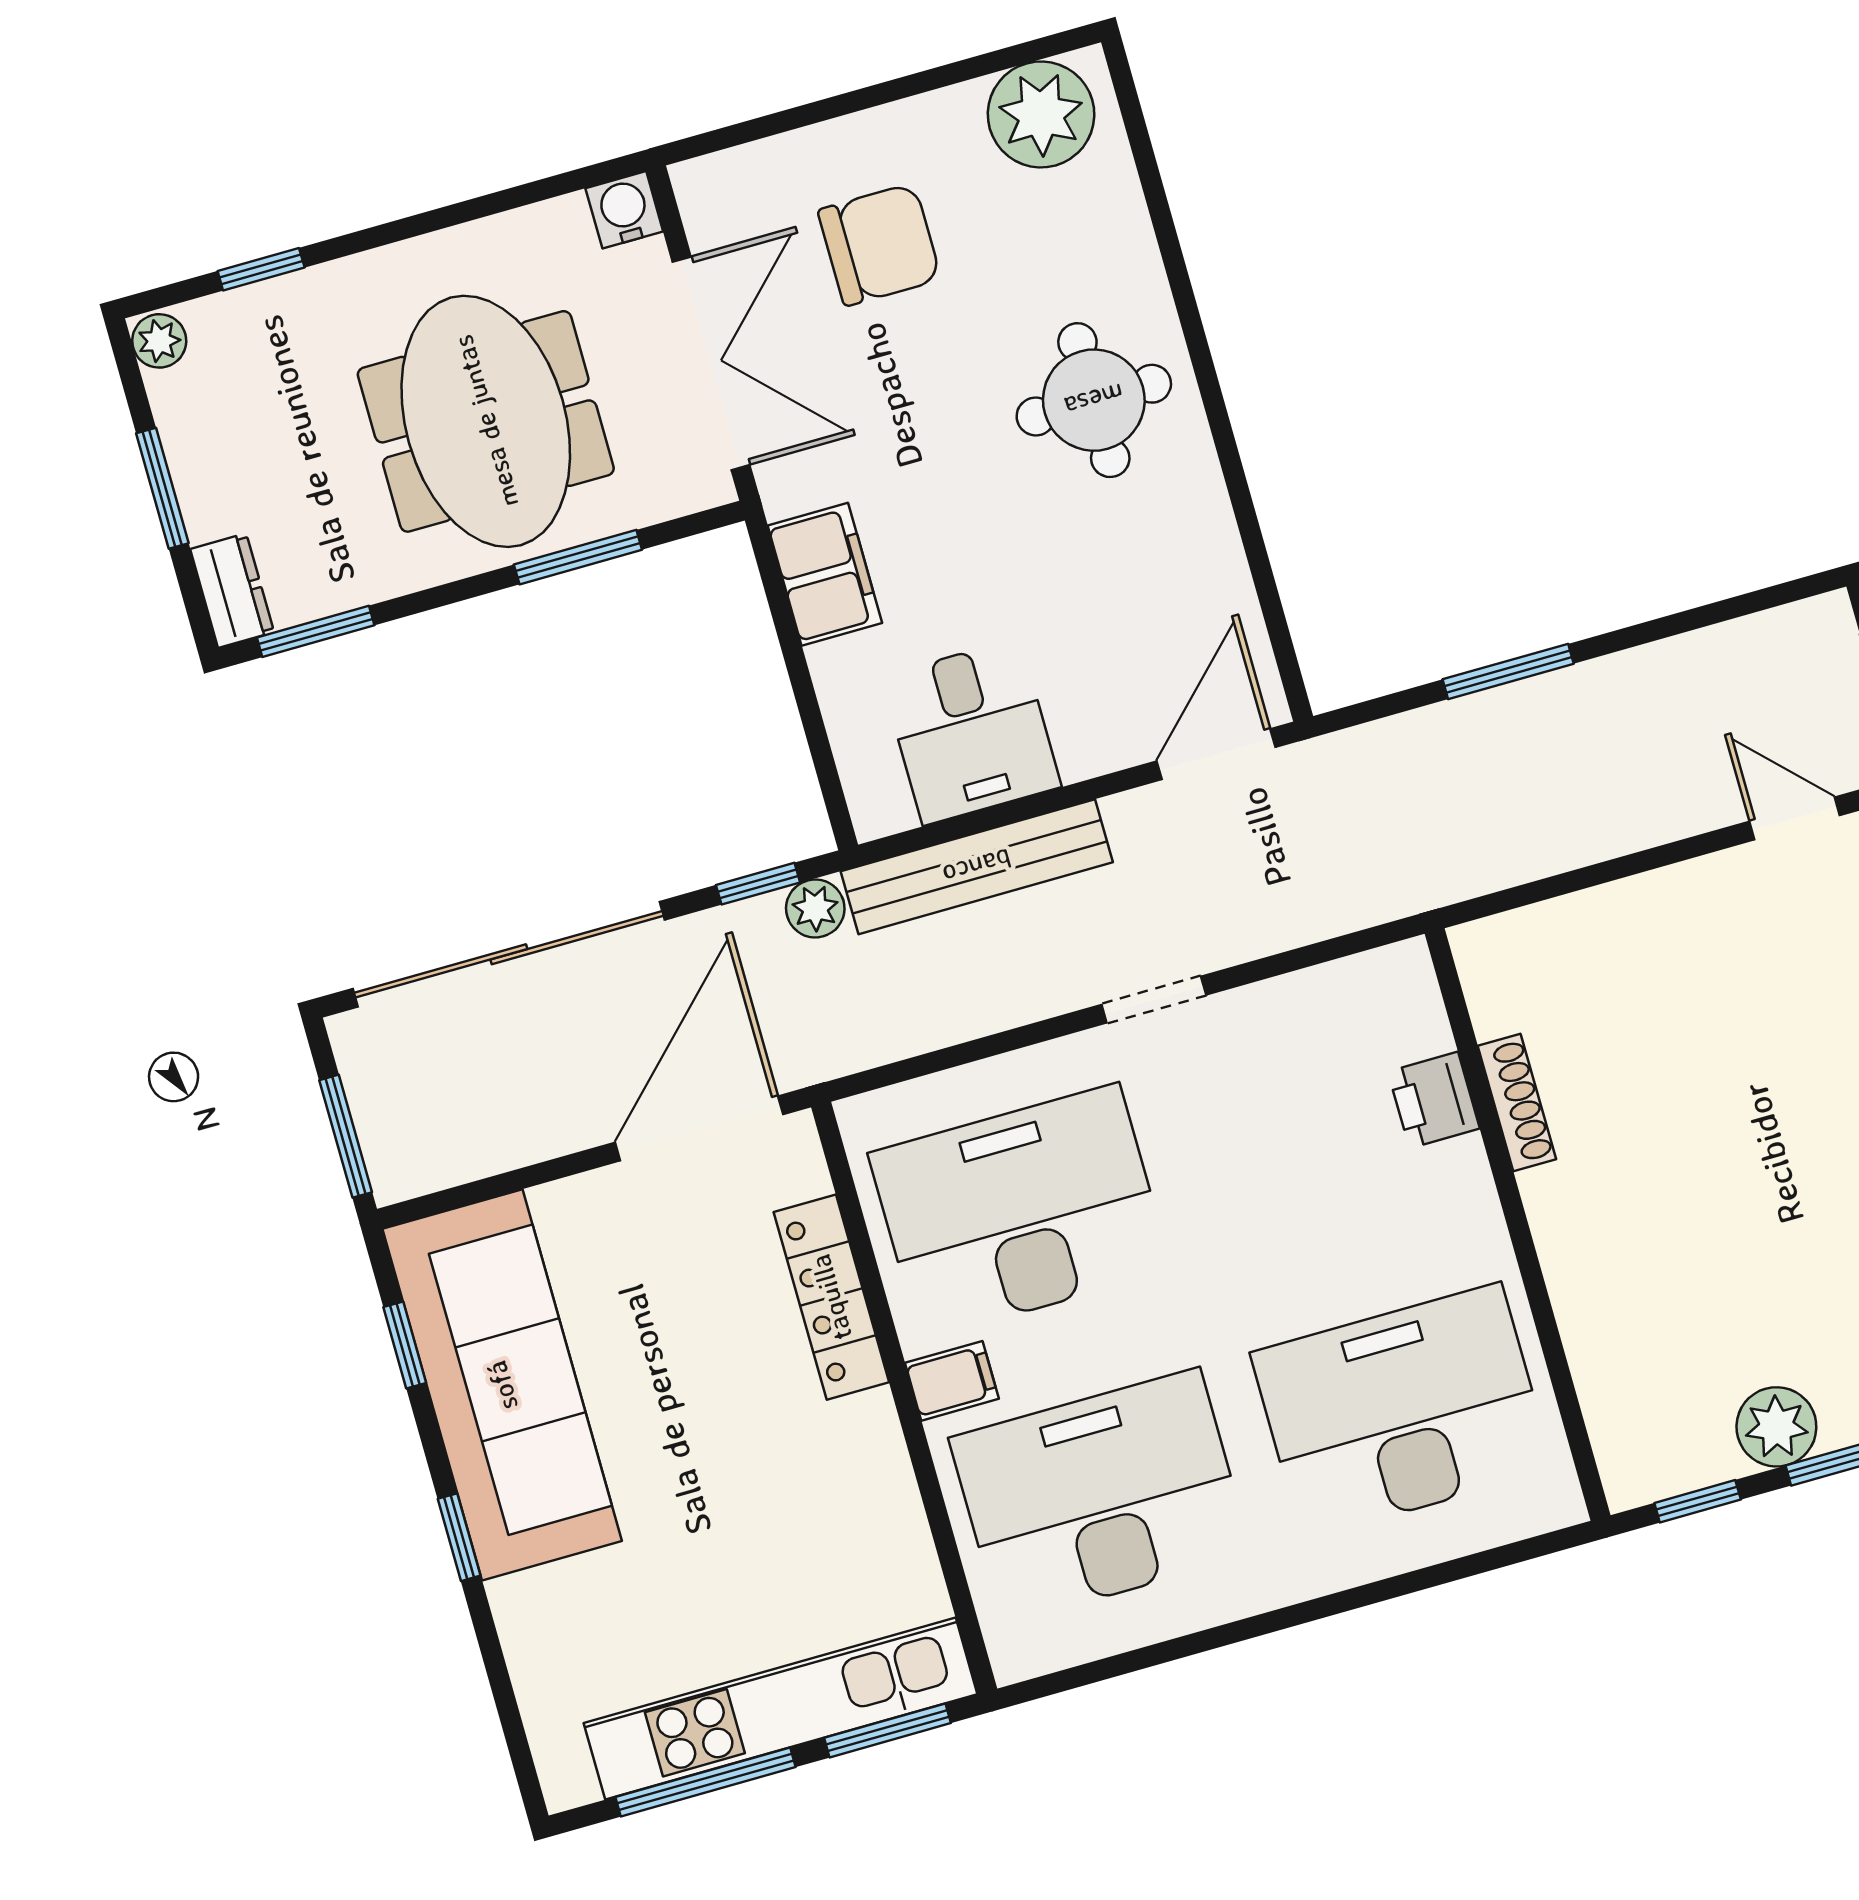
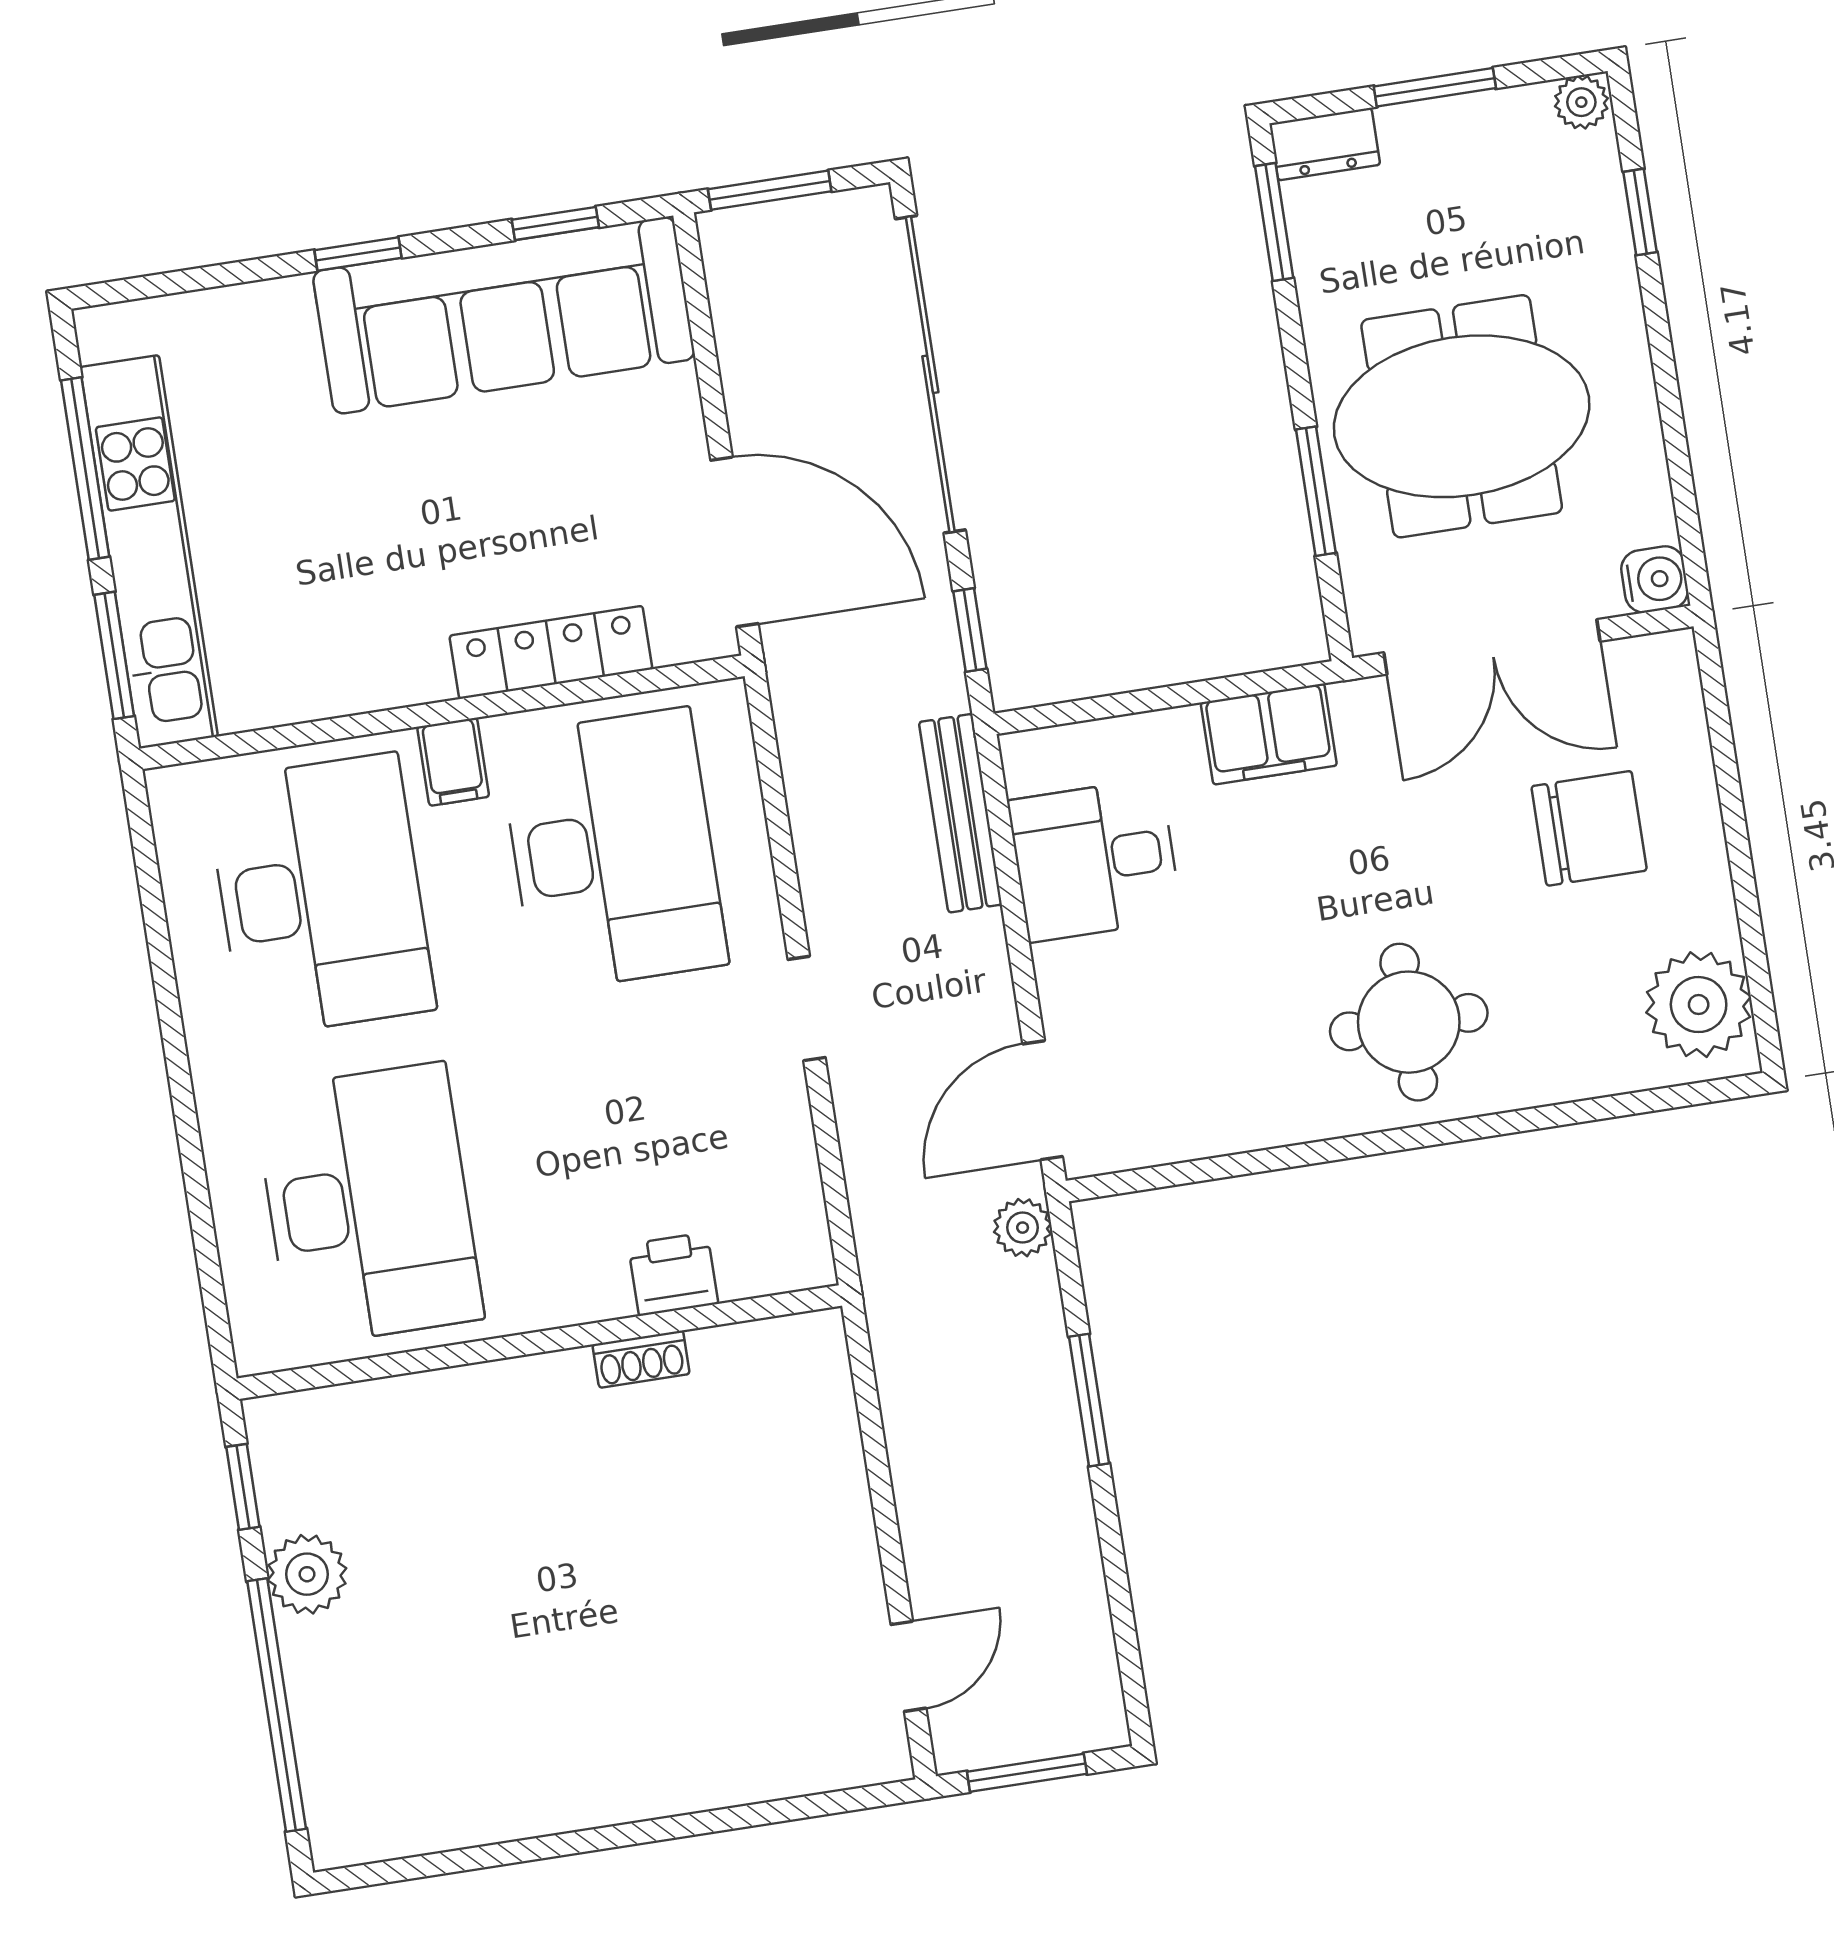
chair: (879, 245) -> (1589, 828), turned -90
door: (1216, 754) -> (1043, 1100), swing flipped
bench: (977, 867) -> (960, 813), width x0.73, depth x0.82
plant: (815, 908) -> (1023, 1228), moved
shoe rack: (1517, 1103) -> (641, 1359), width x0.70

